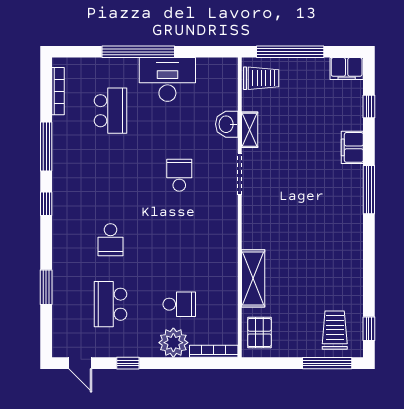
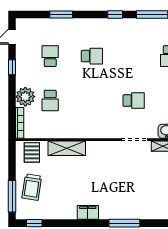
filing cabinet: (352, 147) -> (88, 212), moved
school desk: (111, 240) -> (92, 56), turned 180
school desk: (111, 304) -> (50, 56), width x0.54
trolley: (335, 330) -> (32, 187), moved, turned 99
pallet: (259, 333) -> (32, 152), turned 90

